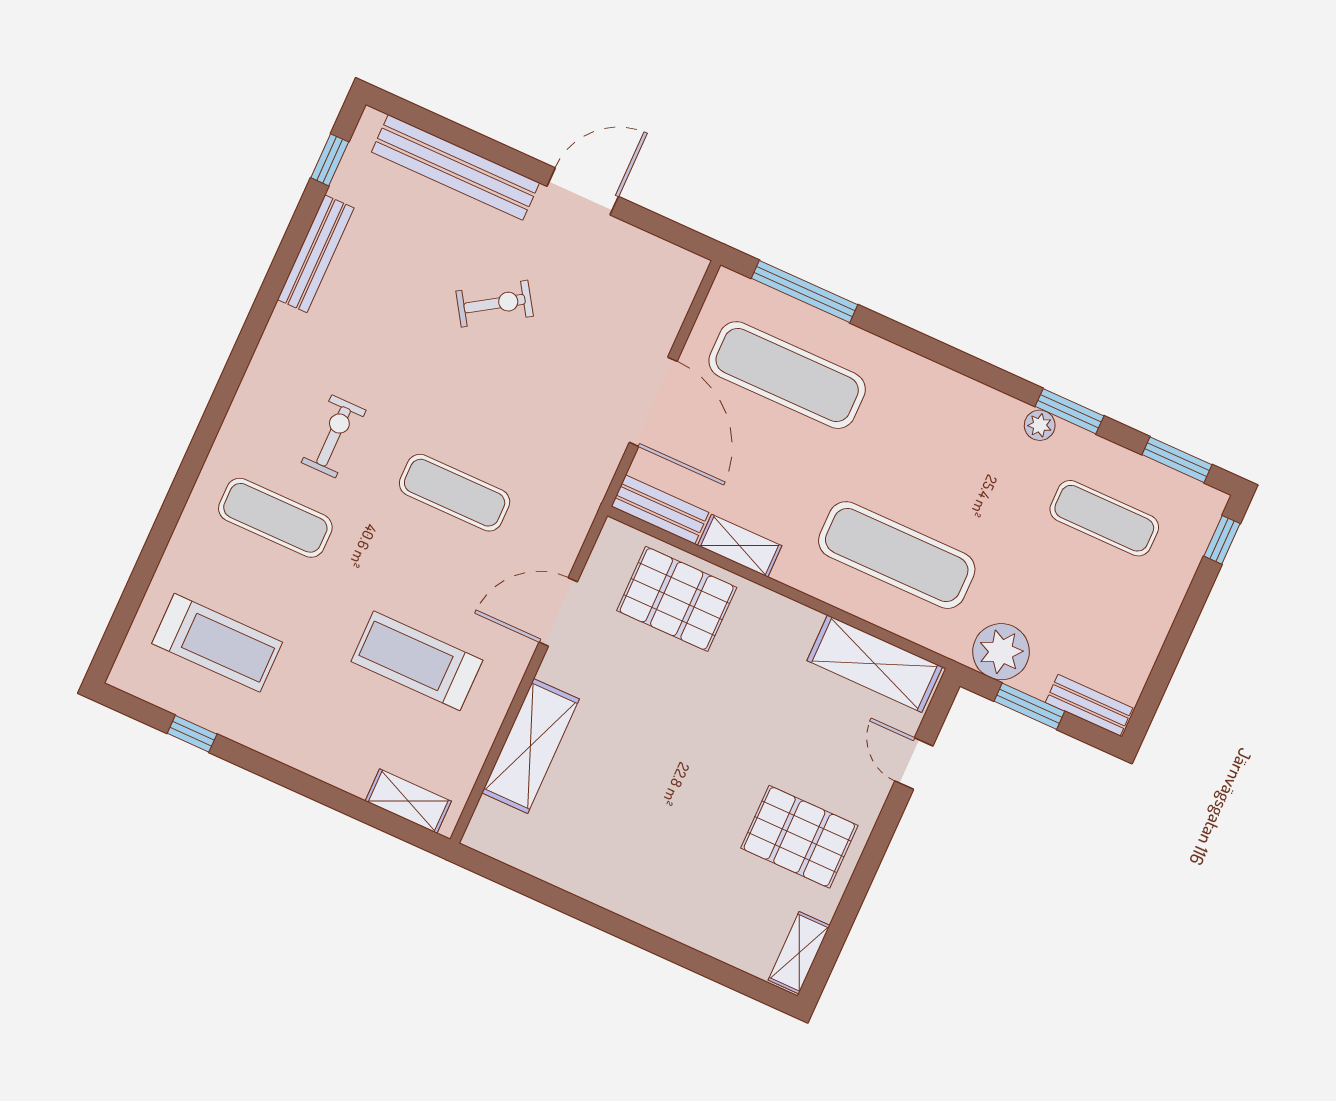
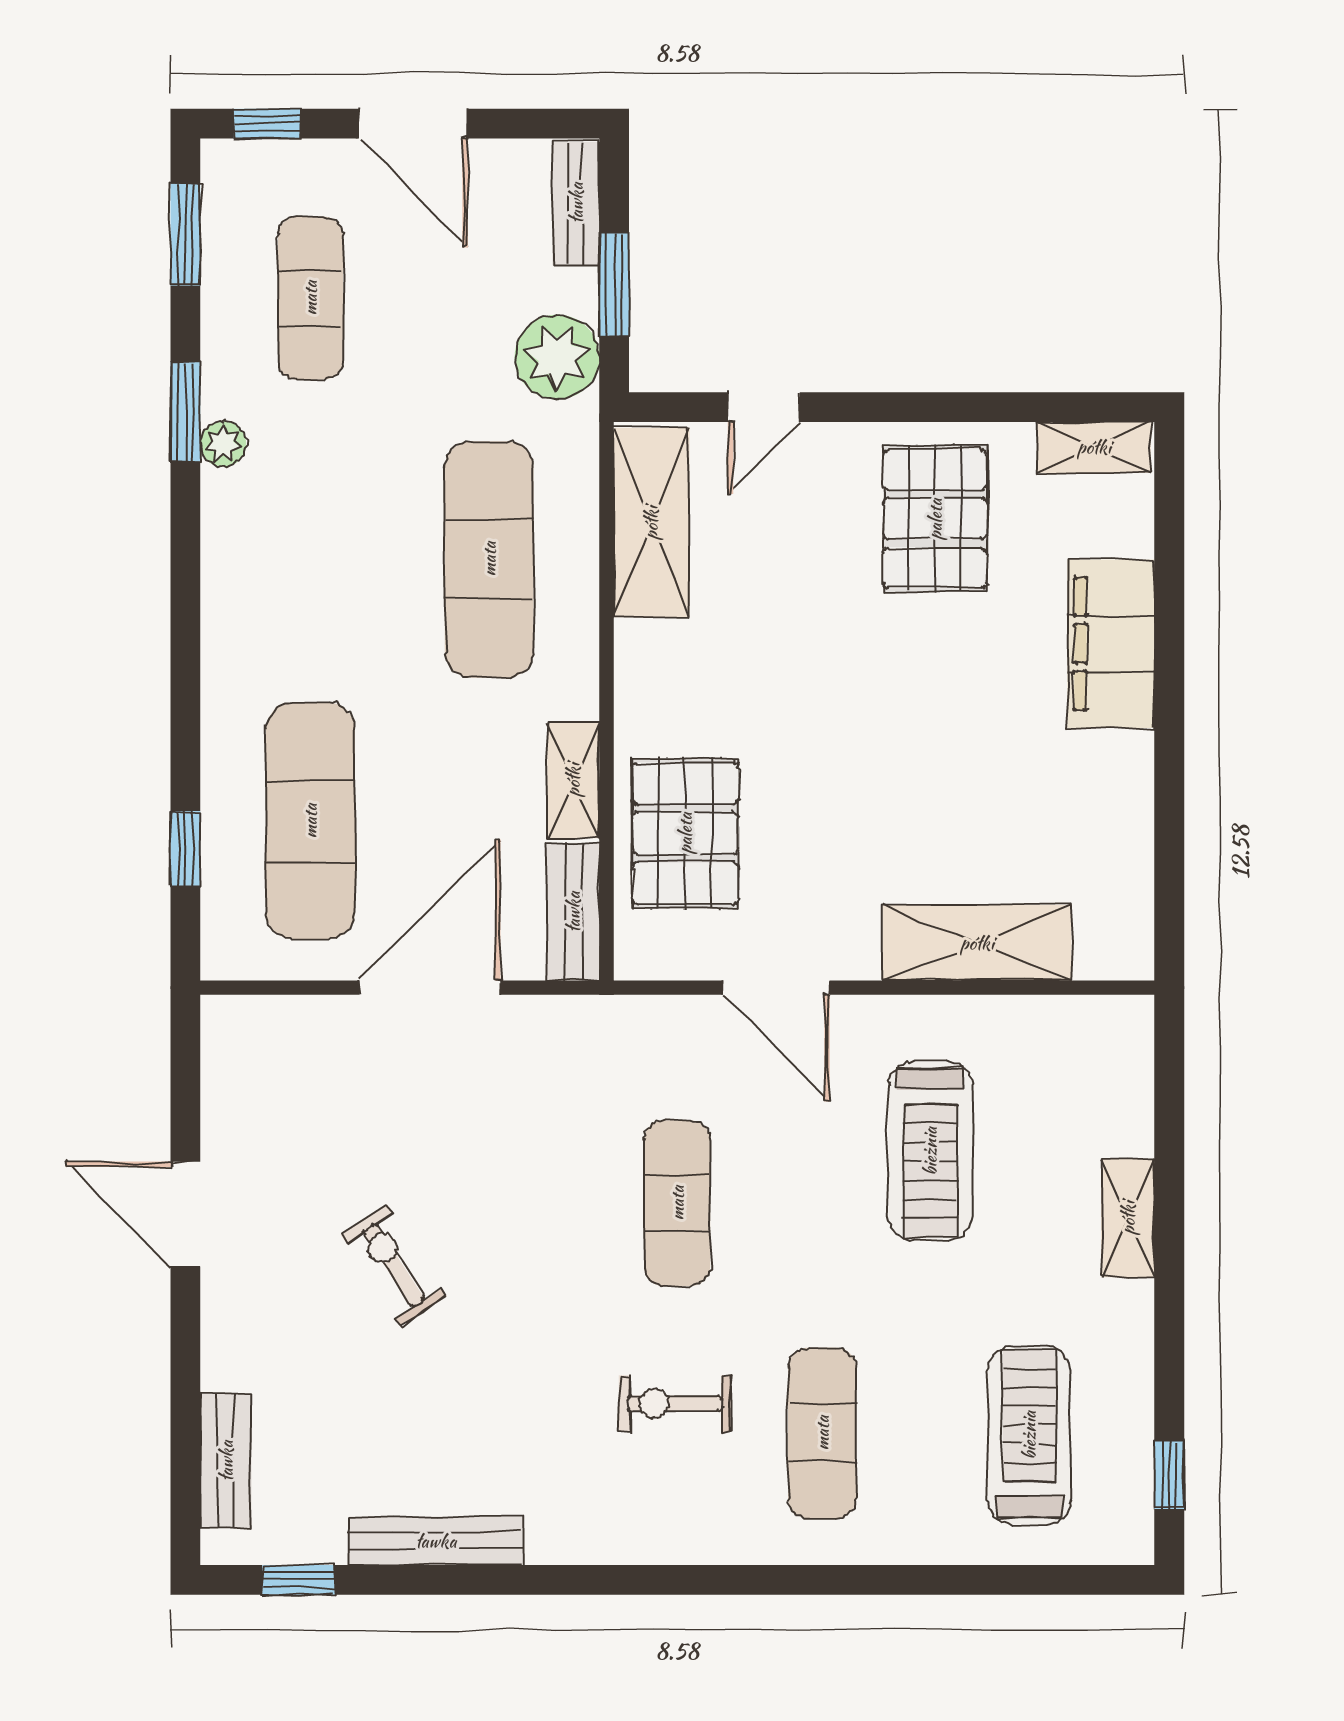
bench: (455, 167) -> (226, 1461), width x0.54, depth x0.82
window: (804, 292) -> (185, 849), width x0.46
door: (1182, 628) -> (413, 124), added
window: (192, 734) -> (1169, 1475), moved
shelving: (408, 801) -> (1128, 1218), moved
filing cabinet: (675, 909) -> (1111, 644), added

